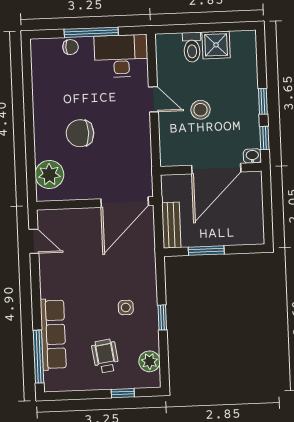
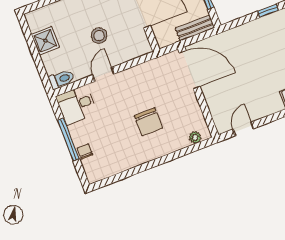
toilet: (192, 47) -> (61, 79), moved
desk: (121, 56) -> (77, 105), width x0.73
plant: (49, 175) -> (195, 137), width x0.53, depth x0.53
side table: (126, 307) -> (270, 41), removed

